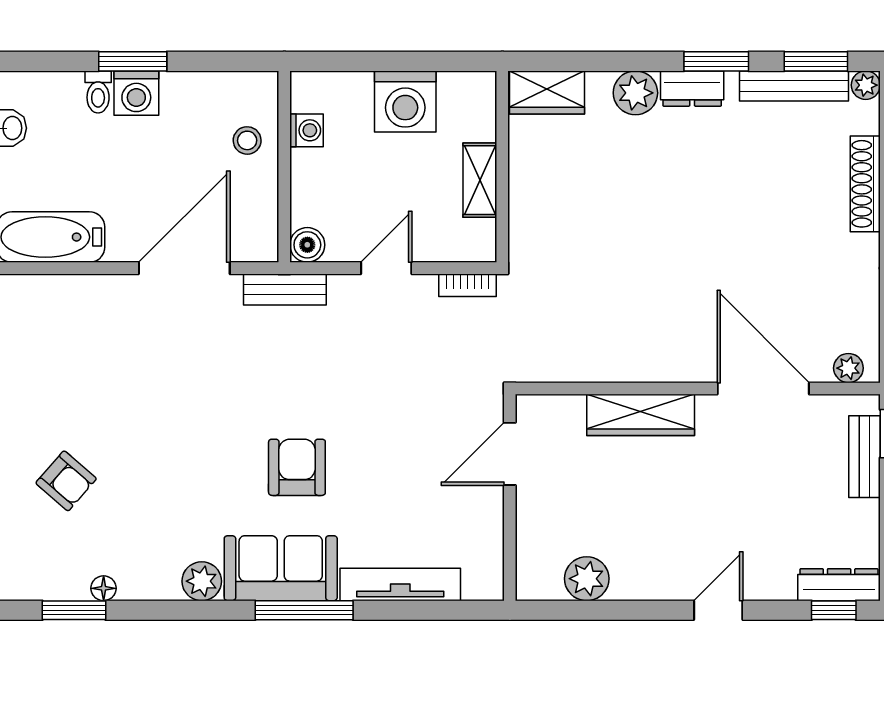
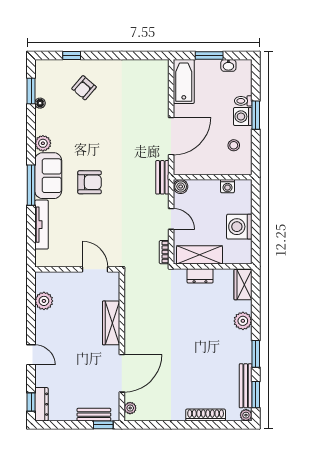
dresser: (692, 89) -> (200, 276), moved, turned -90
stool: (247, 140) -> (234, 145), moved
shelving: (480, 180) -> (199, 255), width x1.50, depth x1.33
door: (184, 268) -> (171, 136), hinge flipped

